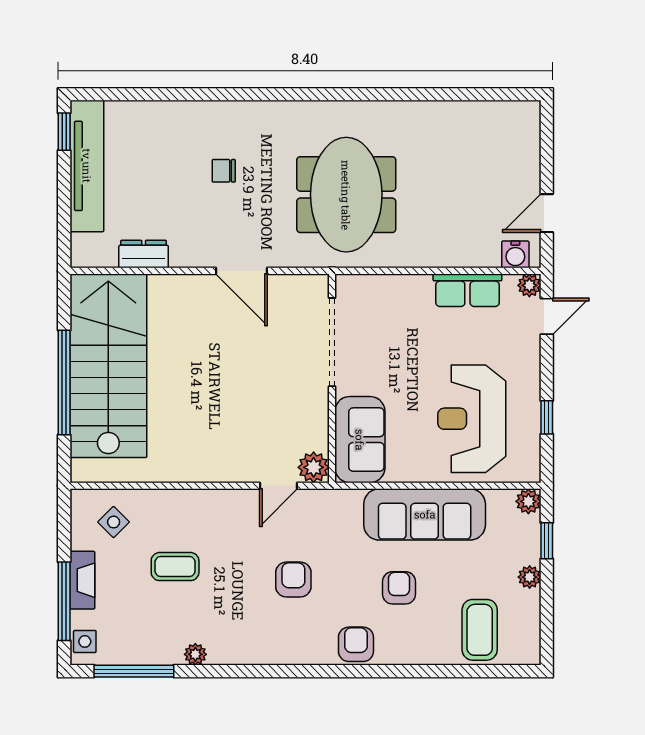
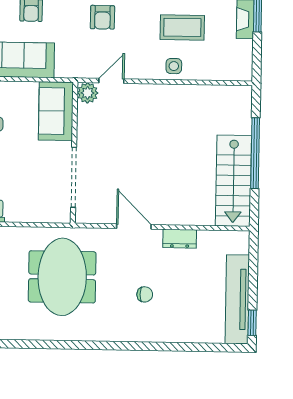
dresser: (144, 254) -> (180, 239), moved
stairs: (108, 366) -> (233, 181), width x0.73, depth x0.66
side table: (114, 522) -> (174, 66), moved, turned 45
coffee table: (175, 567) -> (182, 27), width x1.36, depth x1.30

